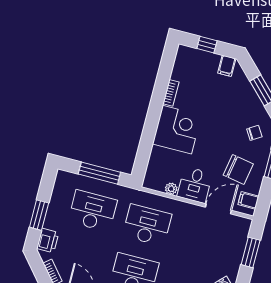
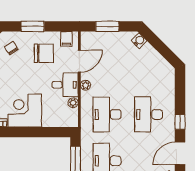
chair: (238, 170) -> (44, 53), turned 80
plant: (188, 209) -> (86, 85), added
door: (218, 209) -> (79, 61), swing flipped

